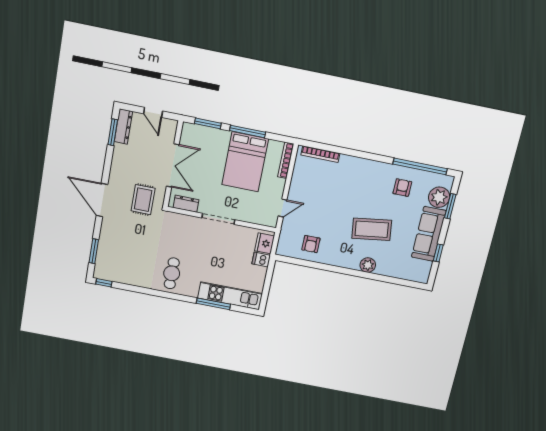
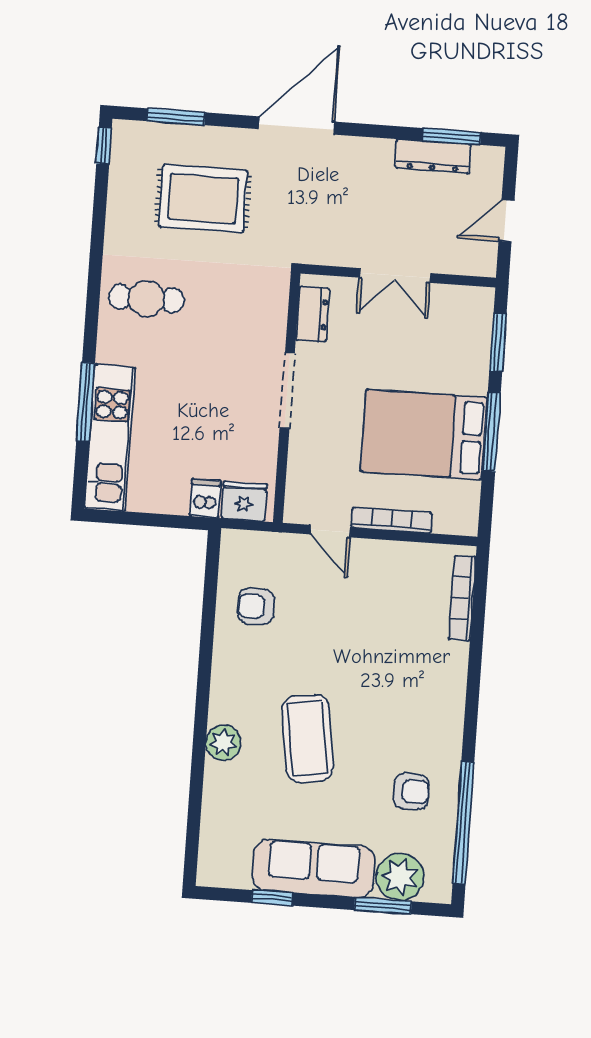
dresser: (123, 126) -> (433, 156), moved
bookcase: (286, 160) -> (392, 520), moved
double door: (173, 166) -> (395, 275), width x0.73
rug: (143, 200) -> (203, 199), moved, width x1.36, depth x1.43

